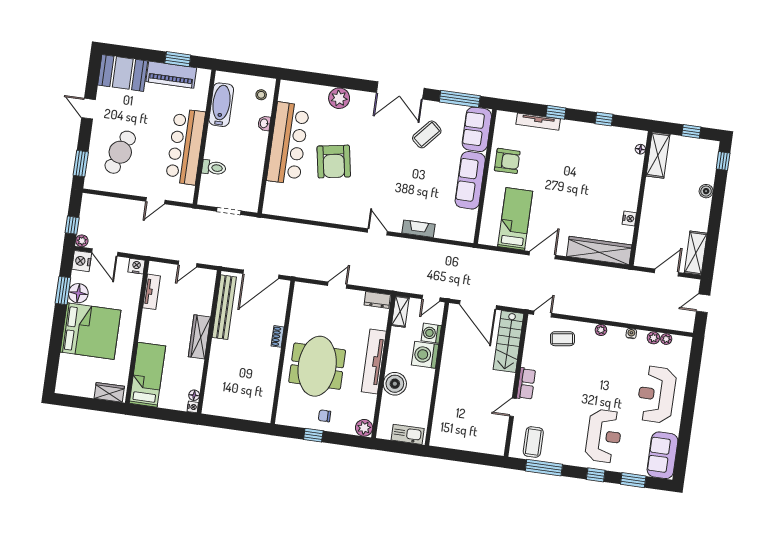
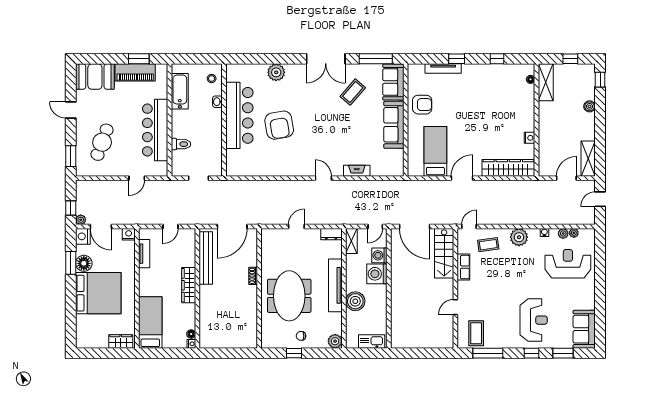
plant: (601, 330) -> (519, 237), width x1.88, depth x1.88
row of seats: (526, 384) -> (463, 267), moved
reception desk: (656, 394) -> (568, 264), moved, turned 90

